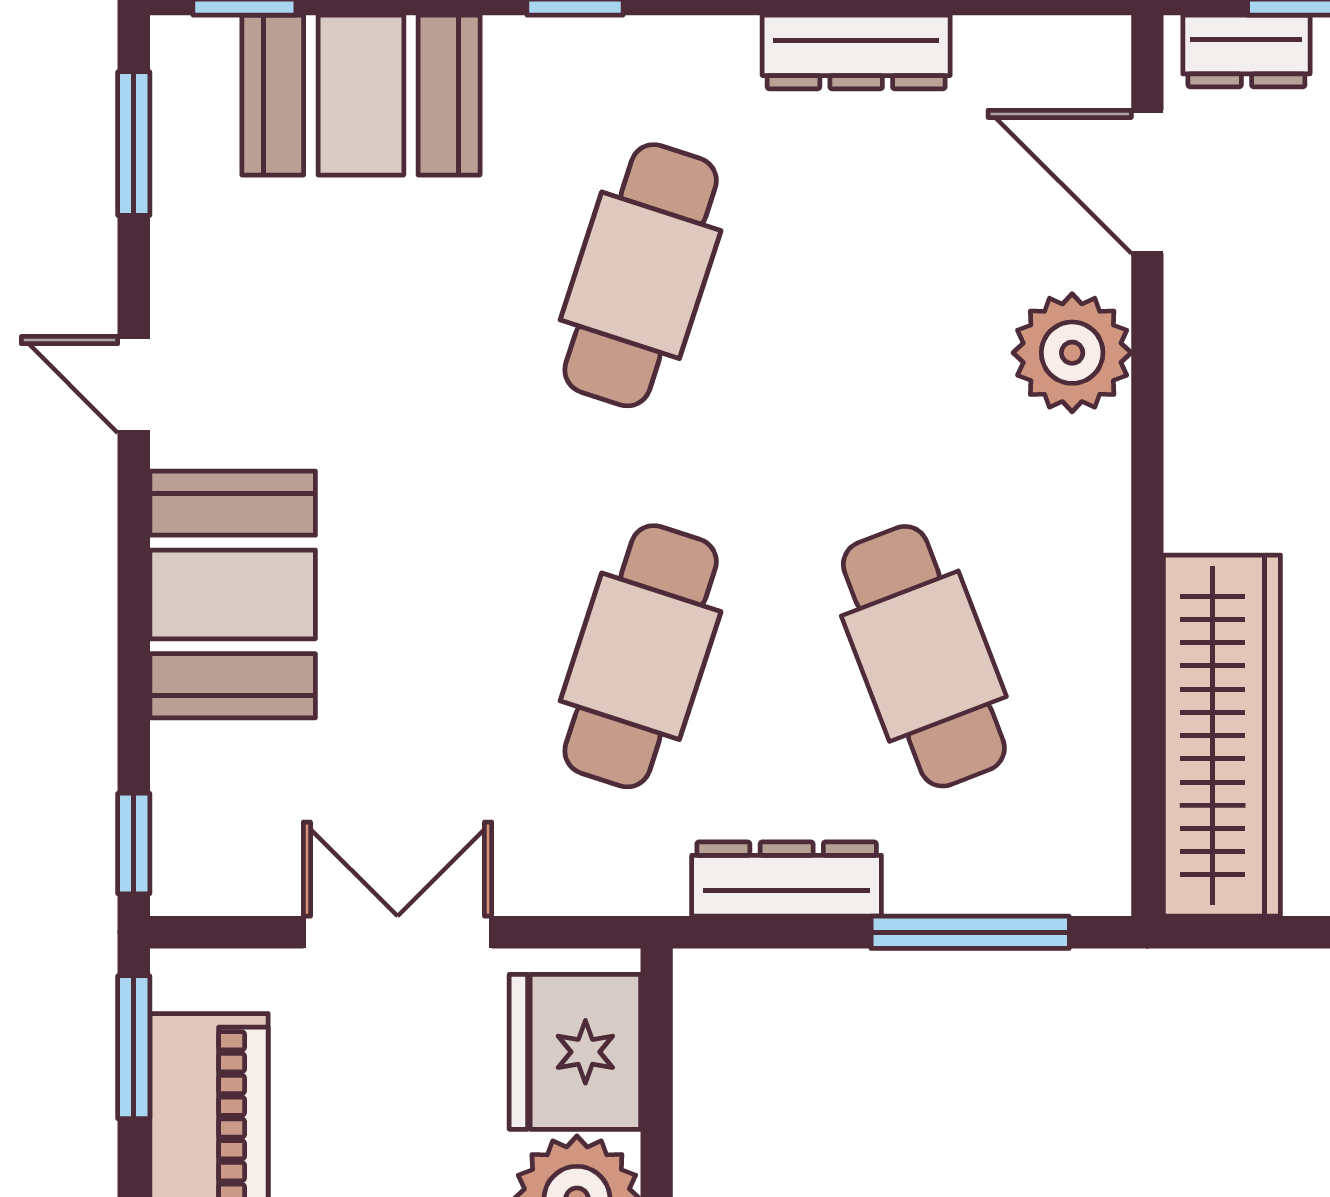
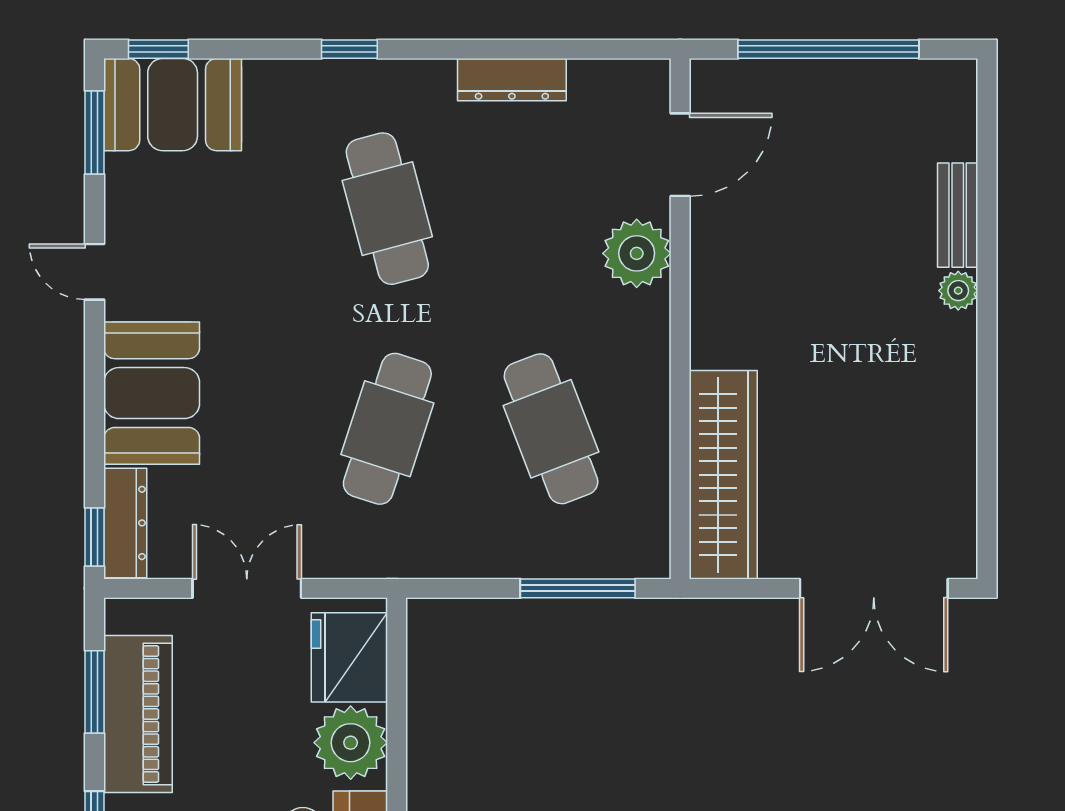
dresser: (1246, 51) -> (737, 79), removed
booth: (361, 95) -> (173, 105), moved
door: (1147, 182) -> (680, 155), swing flipped
cafe table: (641, 275) -> (387, 209), turned -33
dresser: (787, 879) -> (125, 523), moved, turned 90
window: (134, 1047) -> (94, 692), moved

